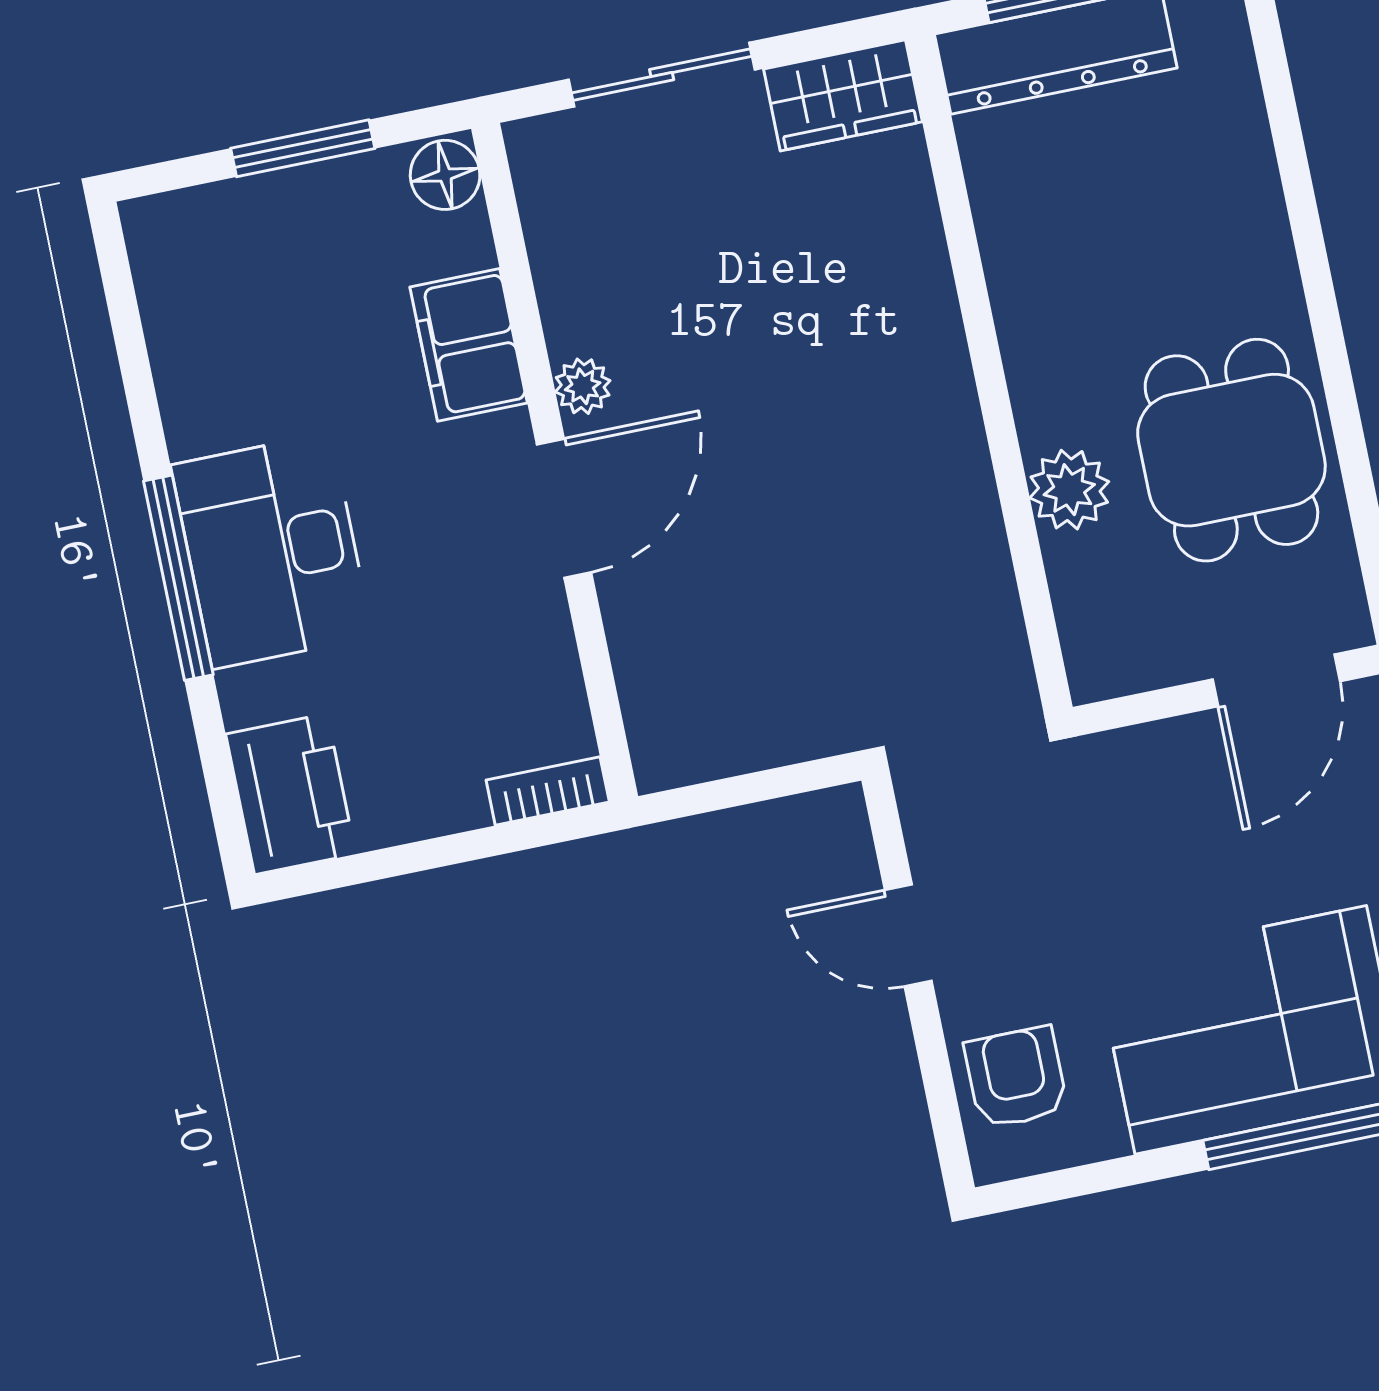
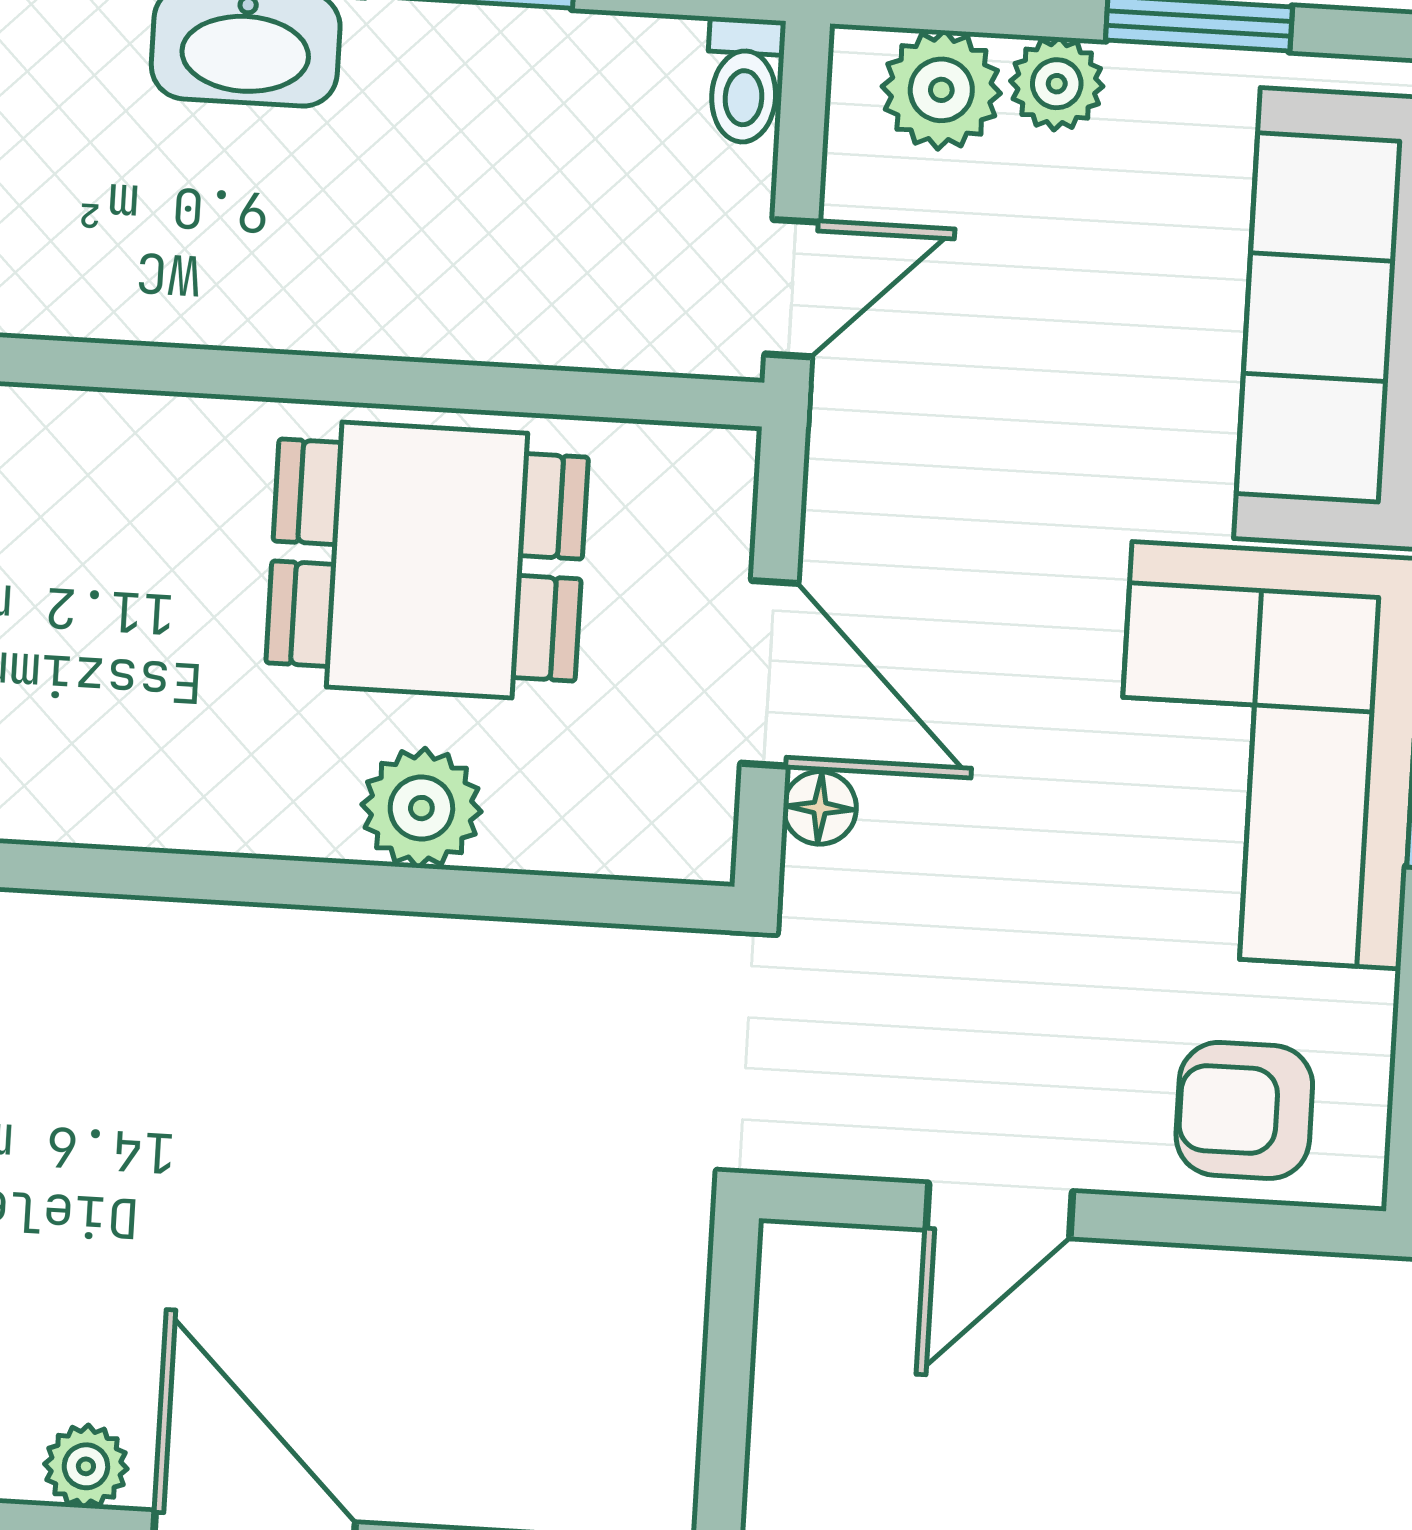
door: (1276, 680) -> (769, 673), moved
floor lamp: (1139, 749) -> (820, 808), added

